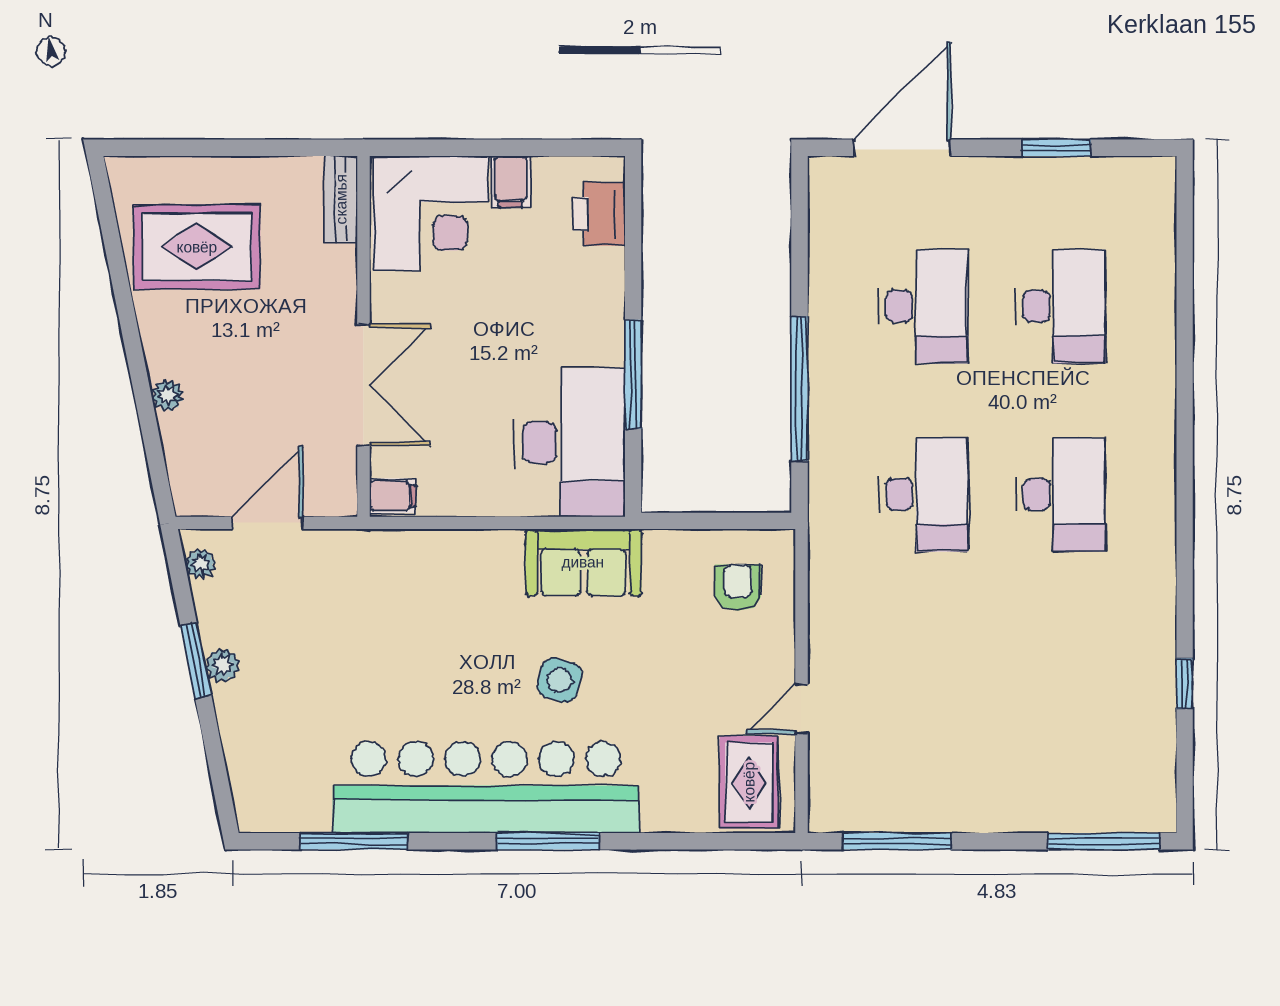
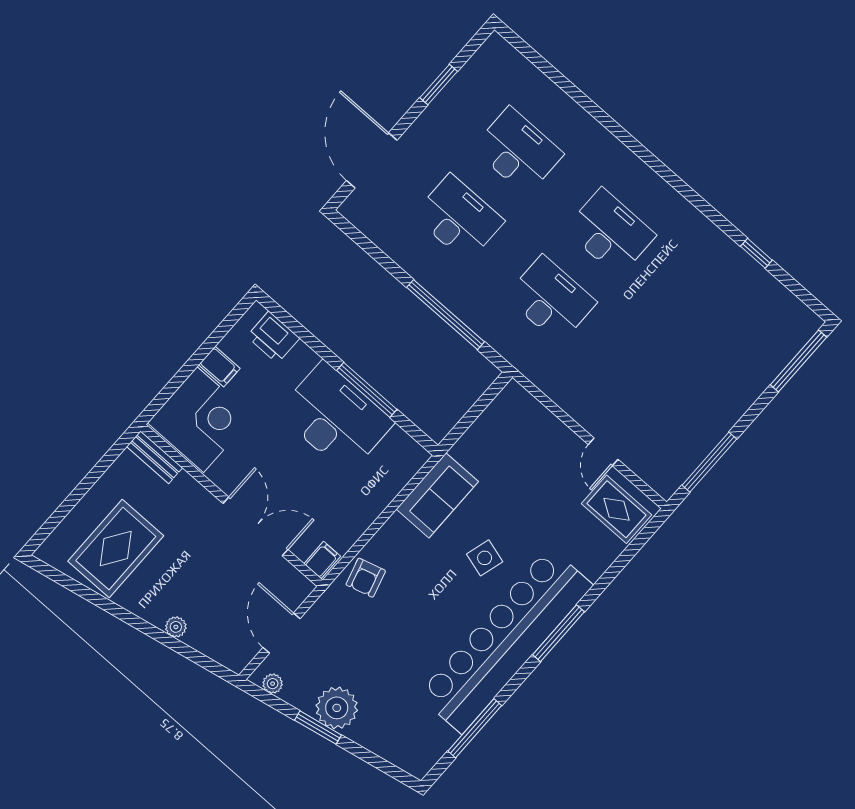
desk: (569, 443) -> (335, 418), moved
armchair: (738, 588) -> (366, 578), moved, turned -106
plant: (223, 665) -> (337, 708), width x1.88, depth x1.88

